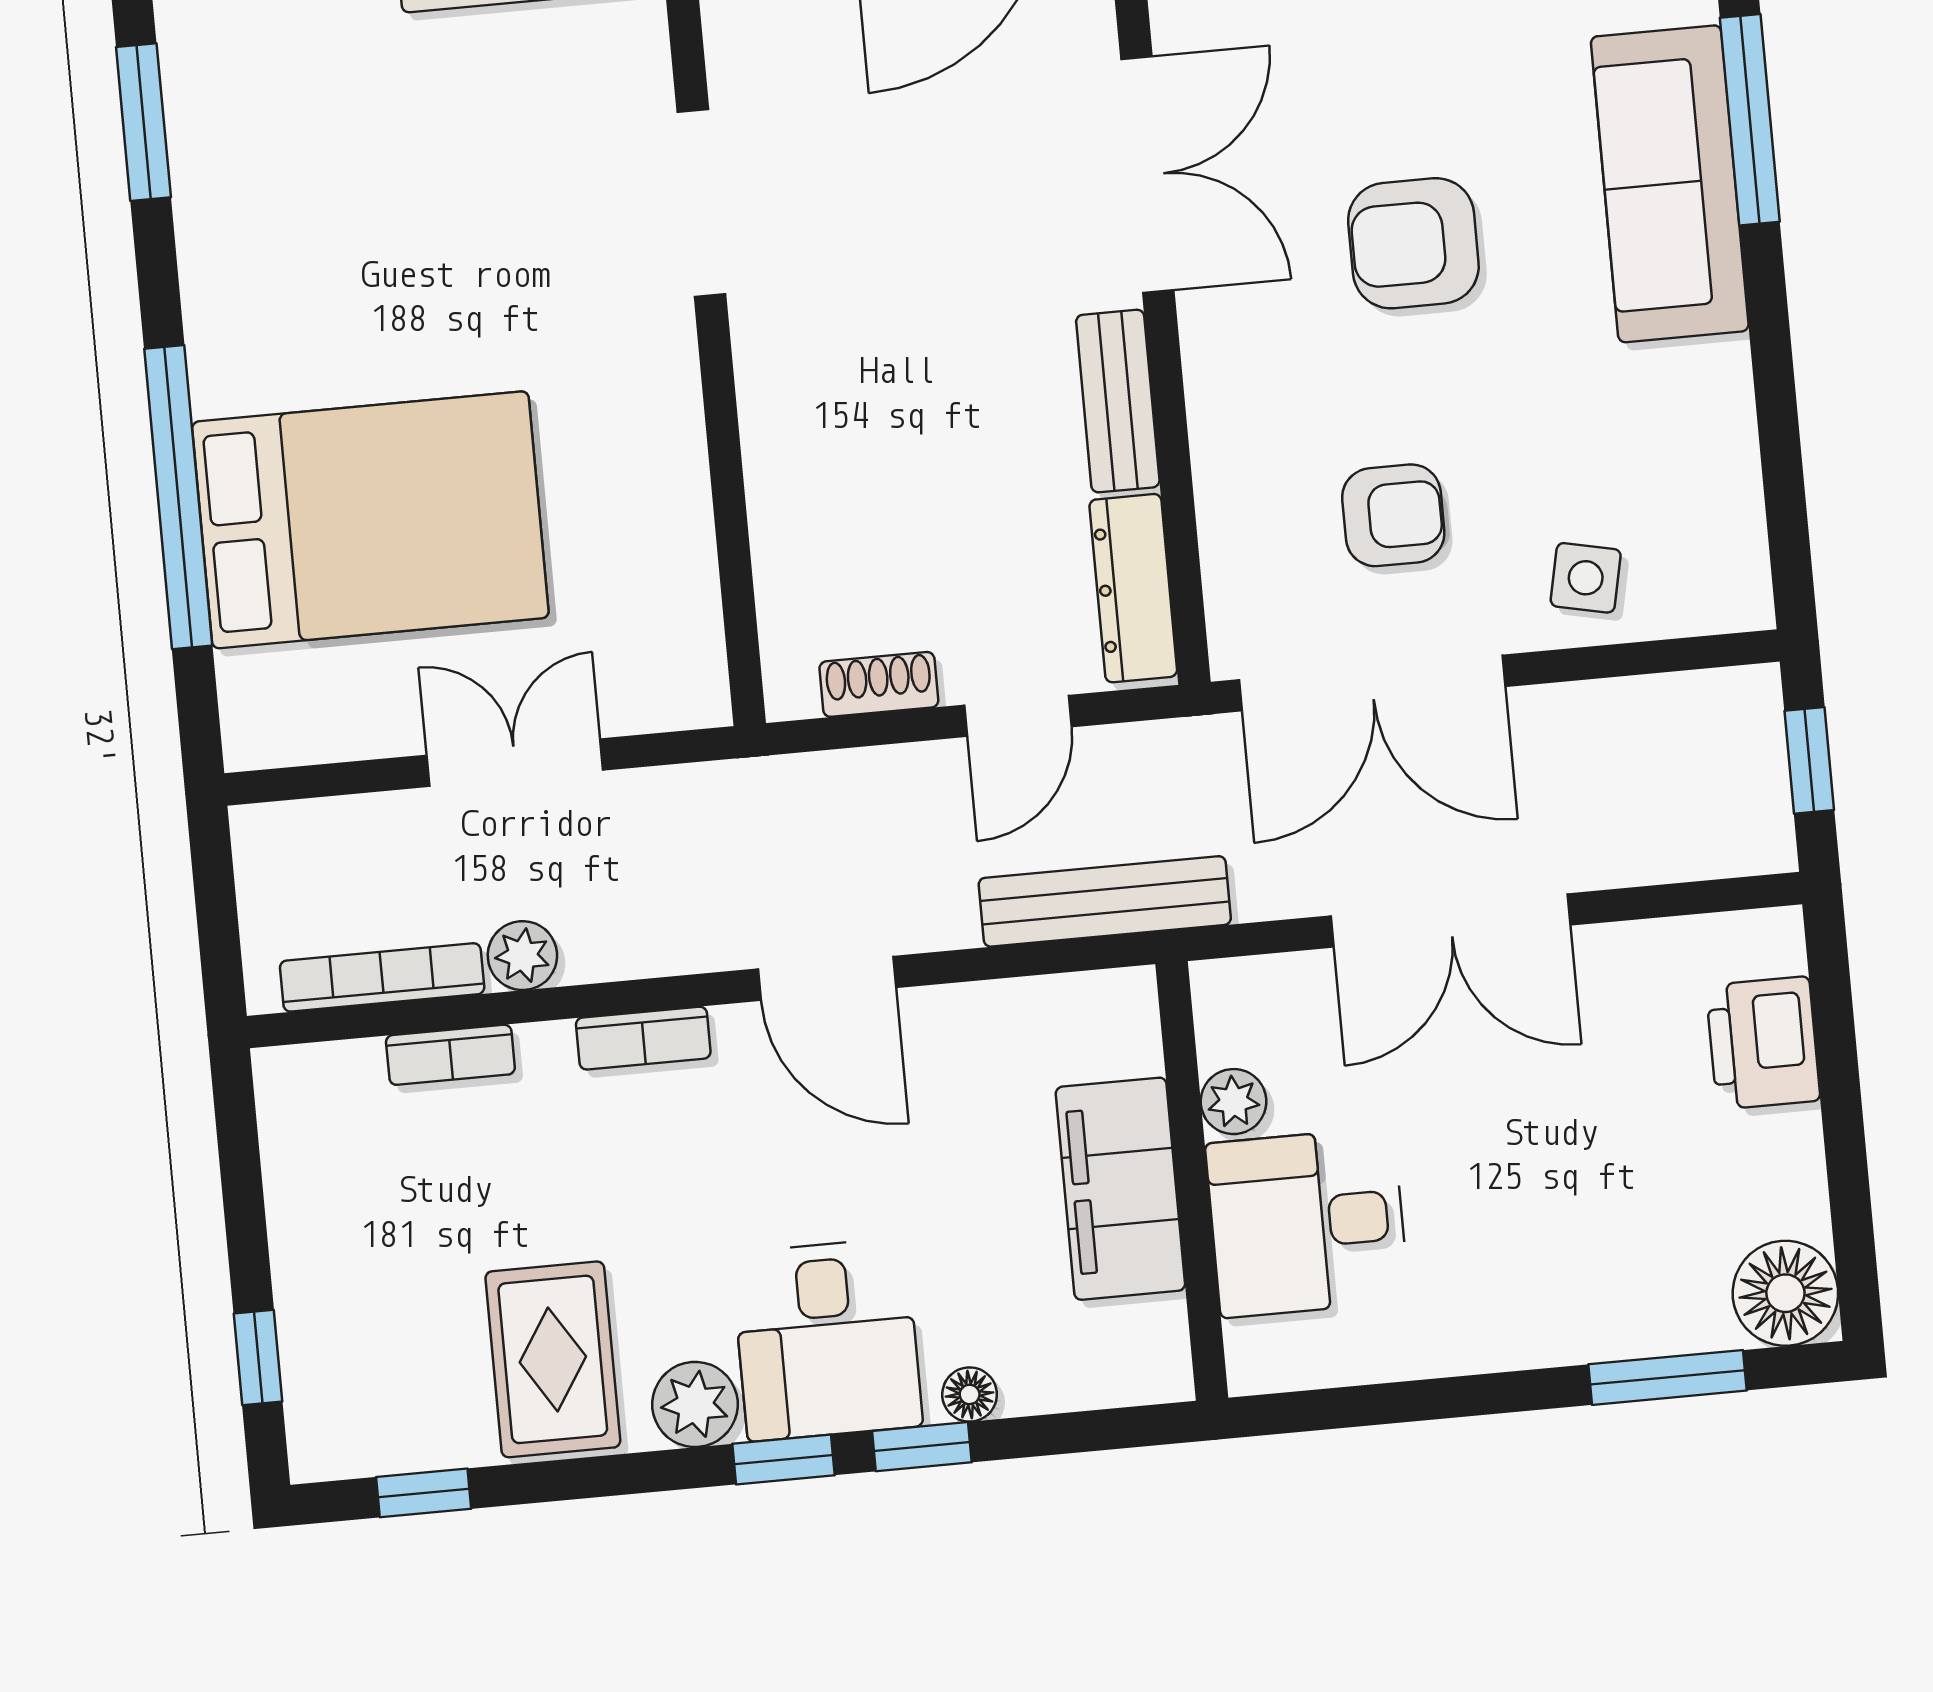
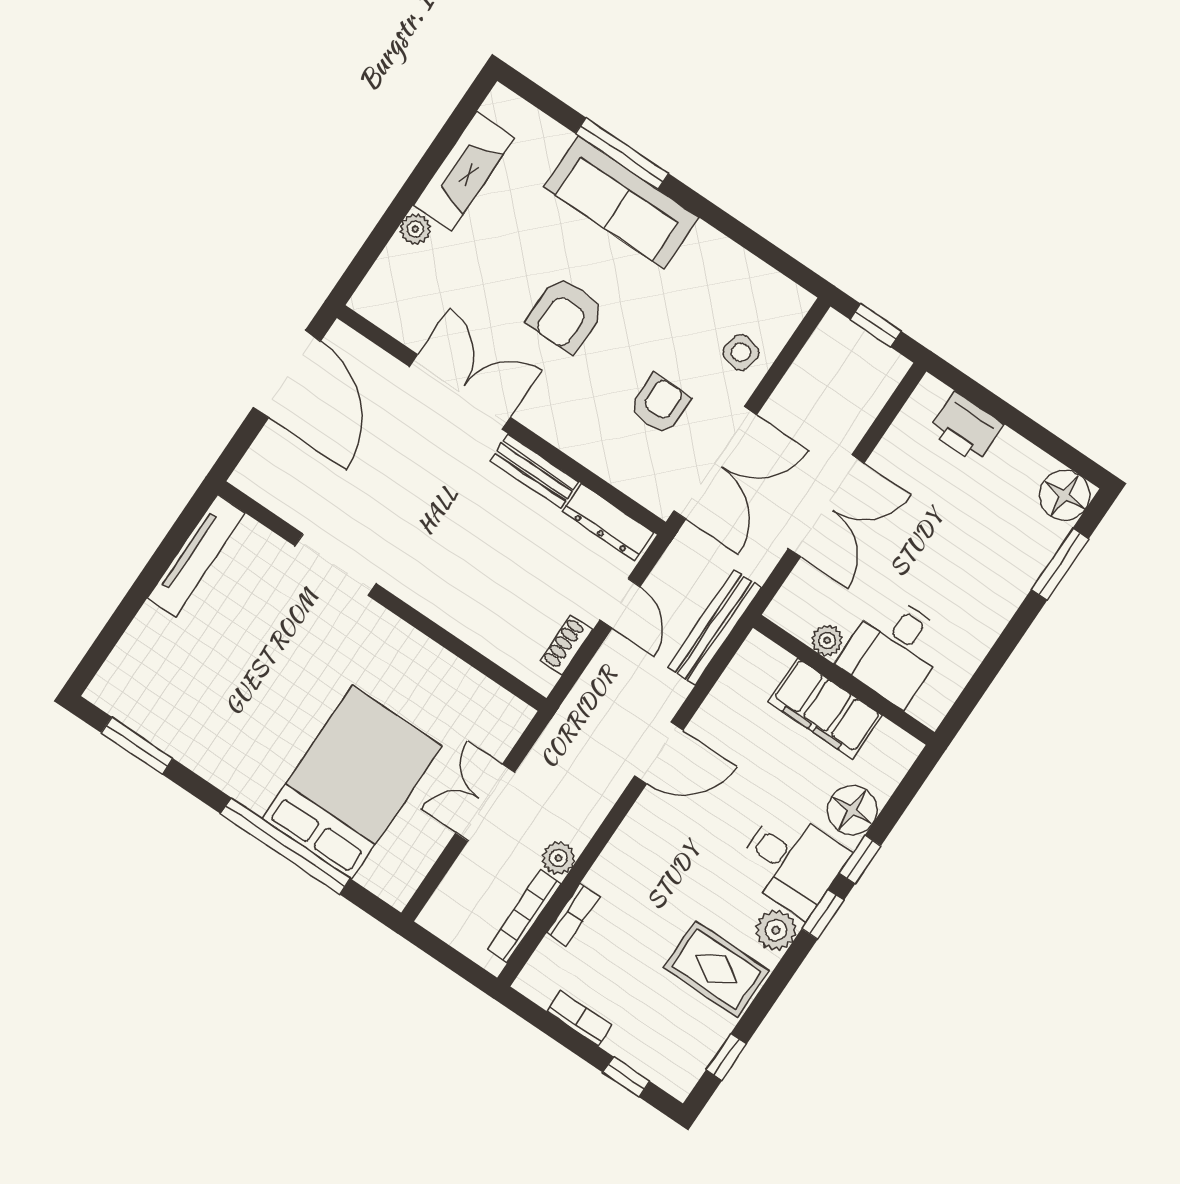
bookcase: (643, 1038) -> (579, 1018), moved, turned -90
floor lamp: (970, 1394) -> (852, 810), width x1.89, depth x1.89

